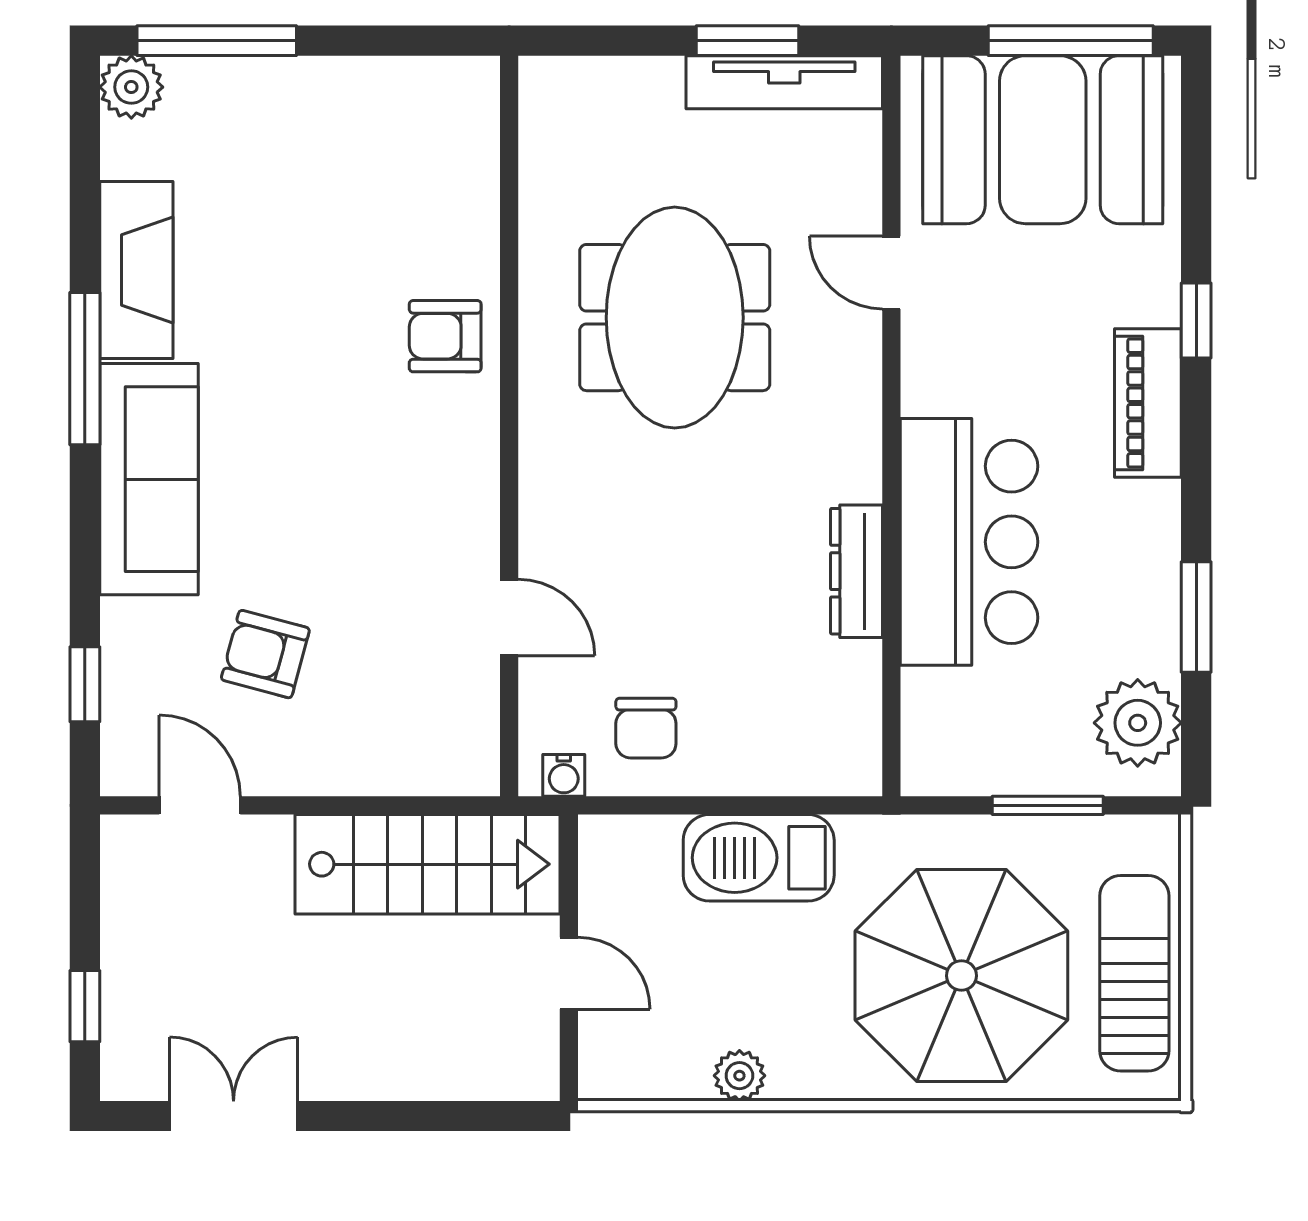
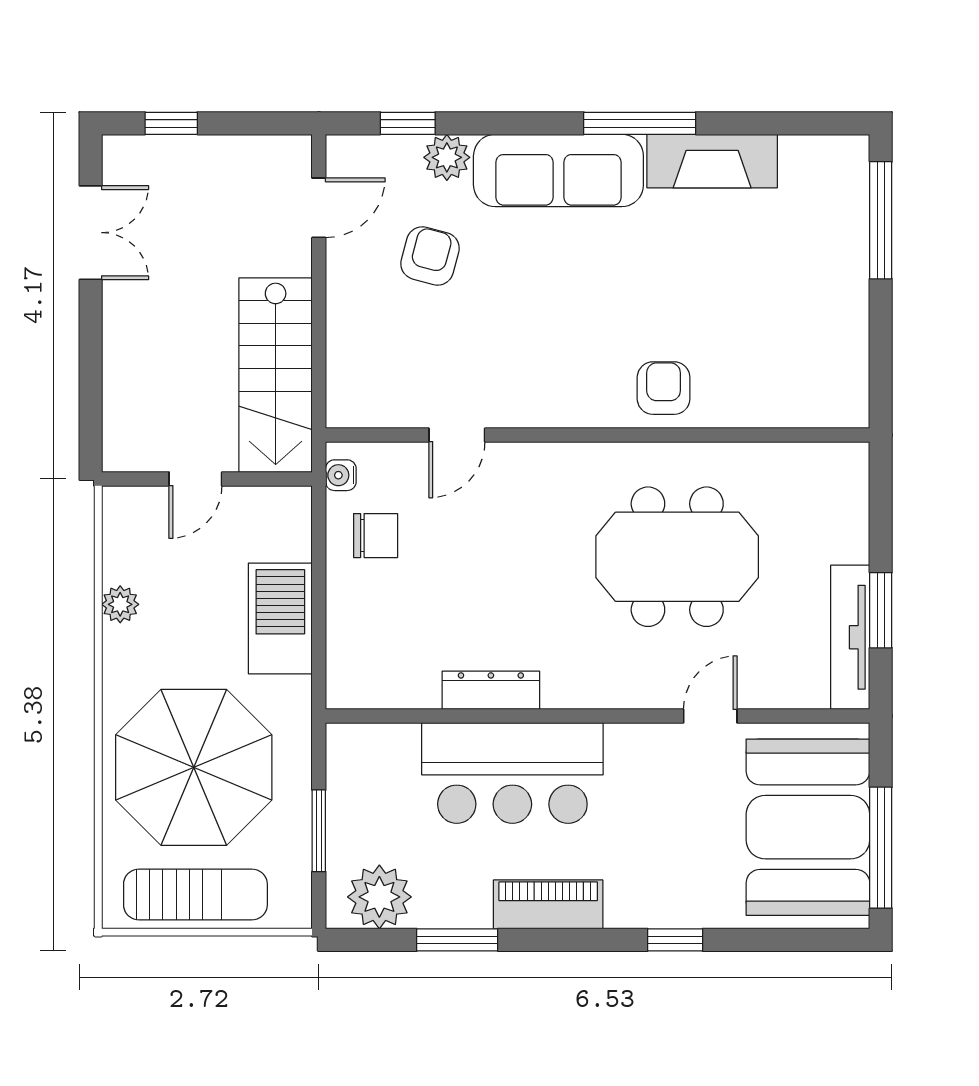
plant: (131, 87) -> (447, 157), moved
piano: (1148, 403) -> (548, 904), moved
chair: (646, 728) -> (376, 536), turned 180

